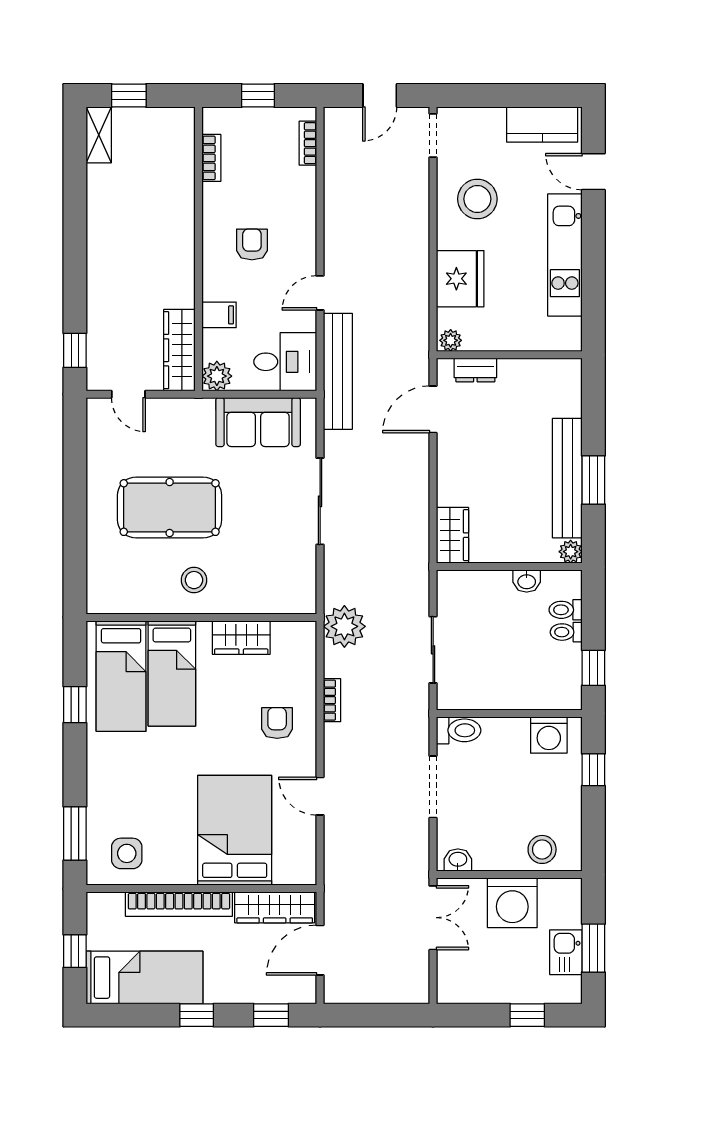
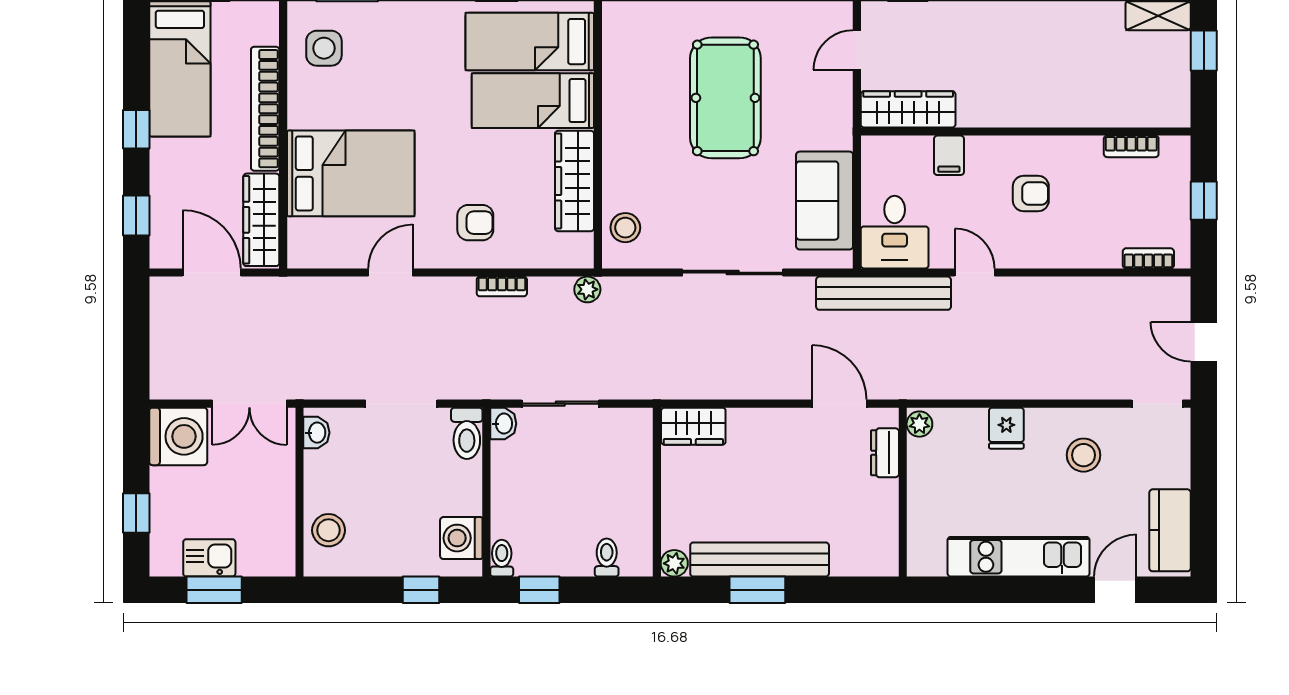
stool: (477, 199) -> (1084, 455), width x0.73, depth x0.73
fridge: (460, 279) -> (1006, 428), width x0.53, depth x0.75
plant: (217, 376) -> (878, 153), removed
stool: (194, 580) -> (625, 228), moved
washbasin: (527, 581) -> (503, 424), moved, turned 180
plant: (344, 626) -> (587, 289), width x0.53, depth x0.53
toilet: (566, 632) -> (502, 558), moved
wardrobe: (241, 638) -> (574, 181), width x1.50
washing machine: (512, 903) -> (178, 436), moved, turned 180

